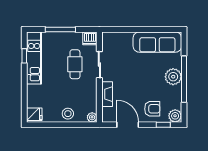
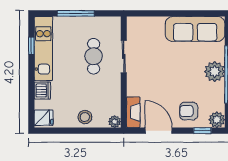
dishwasher: (90, 38) -> (42, 91), moved, turned -90
fireplace: (107, 94) -> (133, 112), moved
armchair: (152, 109) -> (189, 111), turned 180

